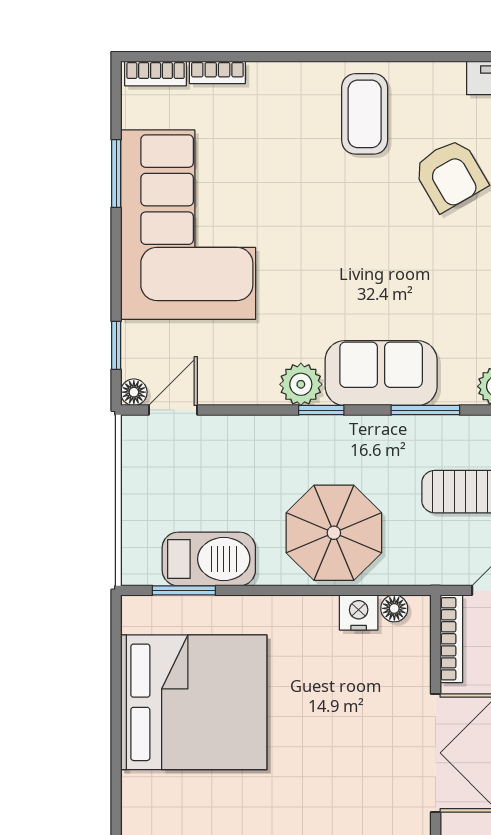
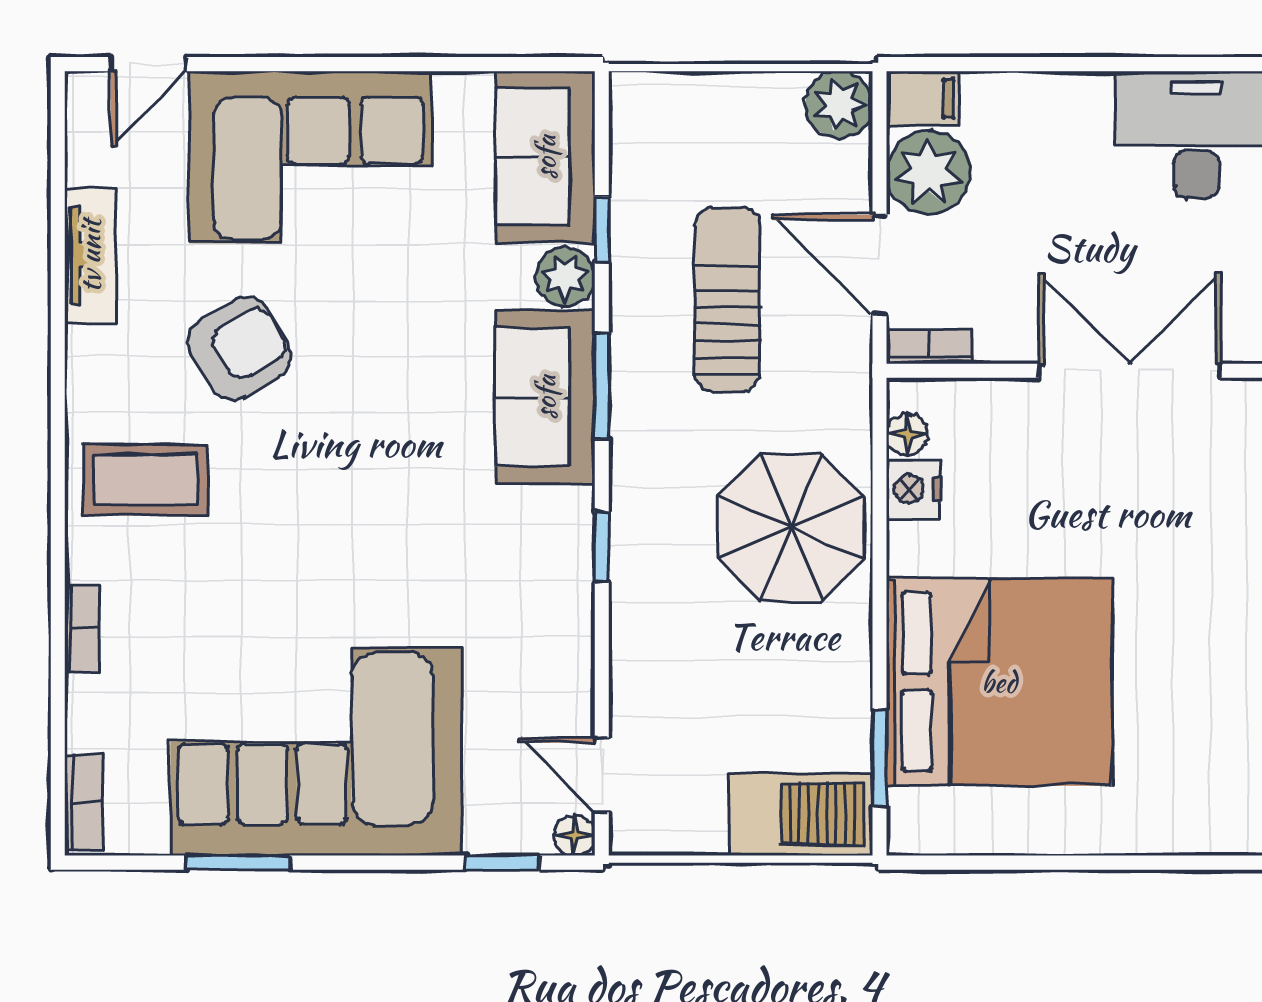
bookcase: (217, 72) -> (82, 629), moved
sofa: (381, 373) -> (545, 397), moved
plant: (301, 384) -> (562, 578), removed
barbecue: (209, 559) -> (801, 814), moved, turned 90
bookcase: (451, 639) -> (930, 347), width x0.64
bed: (194, 702) -> (999, 682), moved, turned 90

